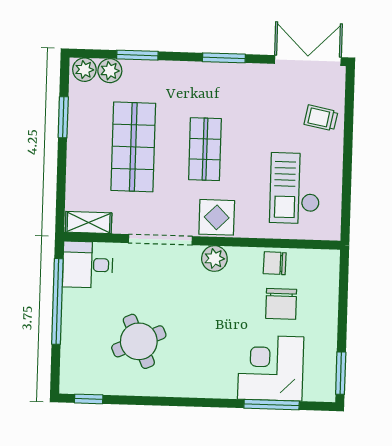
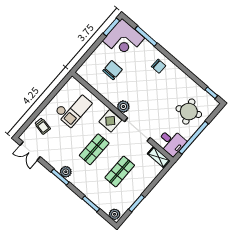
double door: (308, 61) -> (30, 151), width x0.73
plant: (110, 71) -> (66, 172), moved
shop shelf: (133, 147) -> (120, 171), width x0.70, depth x0.74
chair: (275, 263) -> (159, 66), moved
round table: (139, 341) -> (189, 112), moved
corner desk: (271, 368) -> (123, 39), moved

